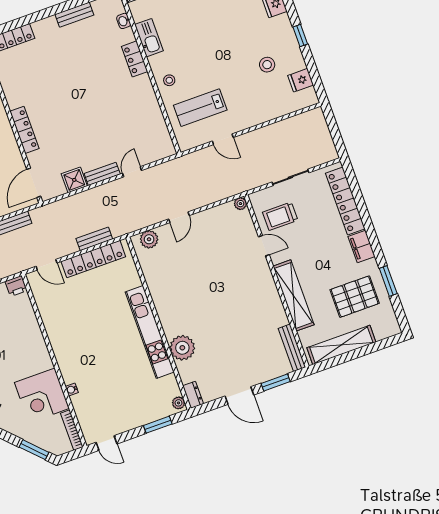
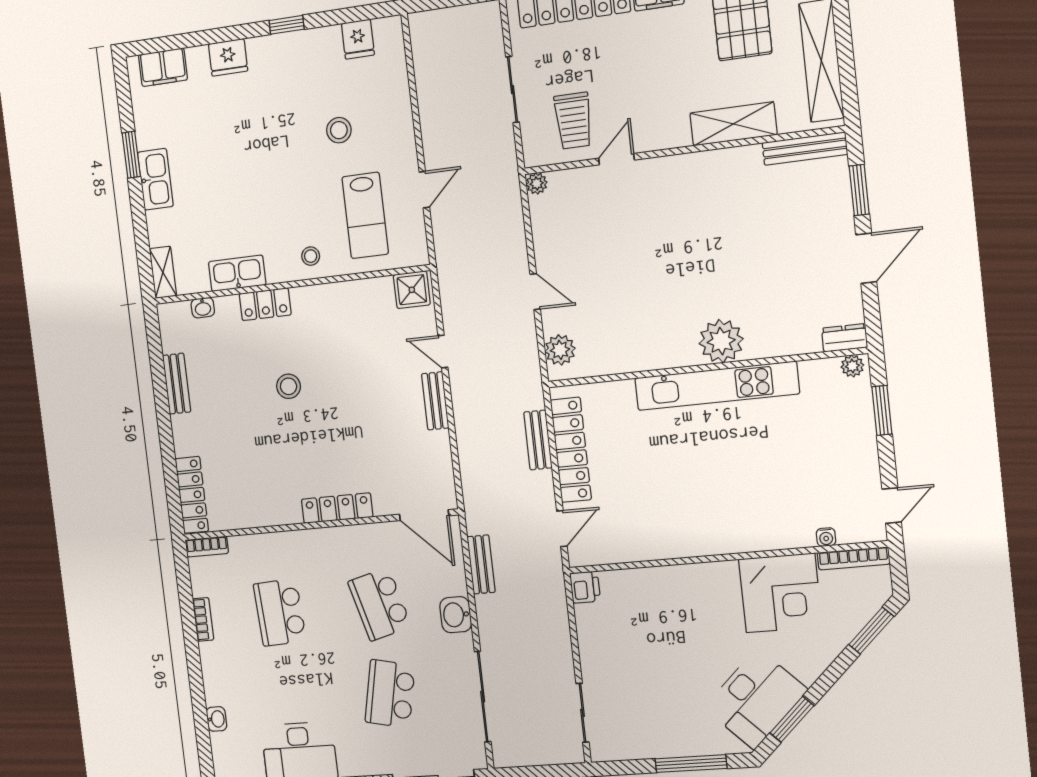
stool: (267, 65) -> (339, 130), moved
stool: (89, 84) -> (289, 386), added
shower: (74, 180) -> (412, 290), moved
shelving: (293, 295) -> (733, 124), width x0.68
plant: (182, 348) -> (721, 341), moved
water cooler: (72, 389) -> (826, 537), moved

